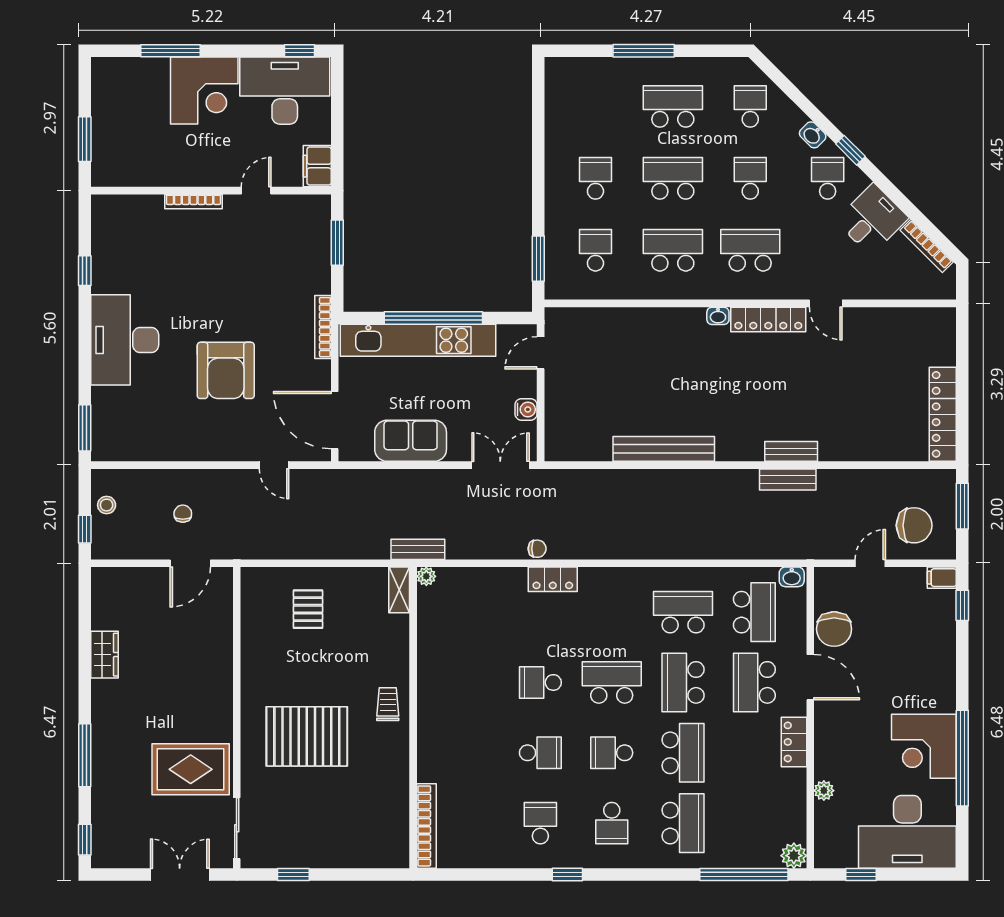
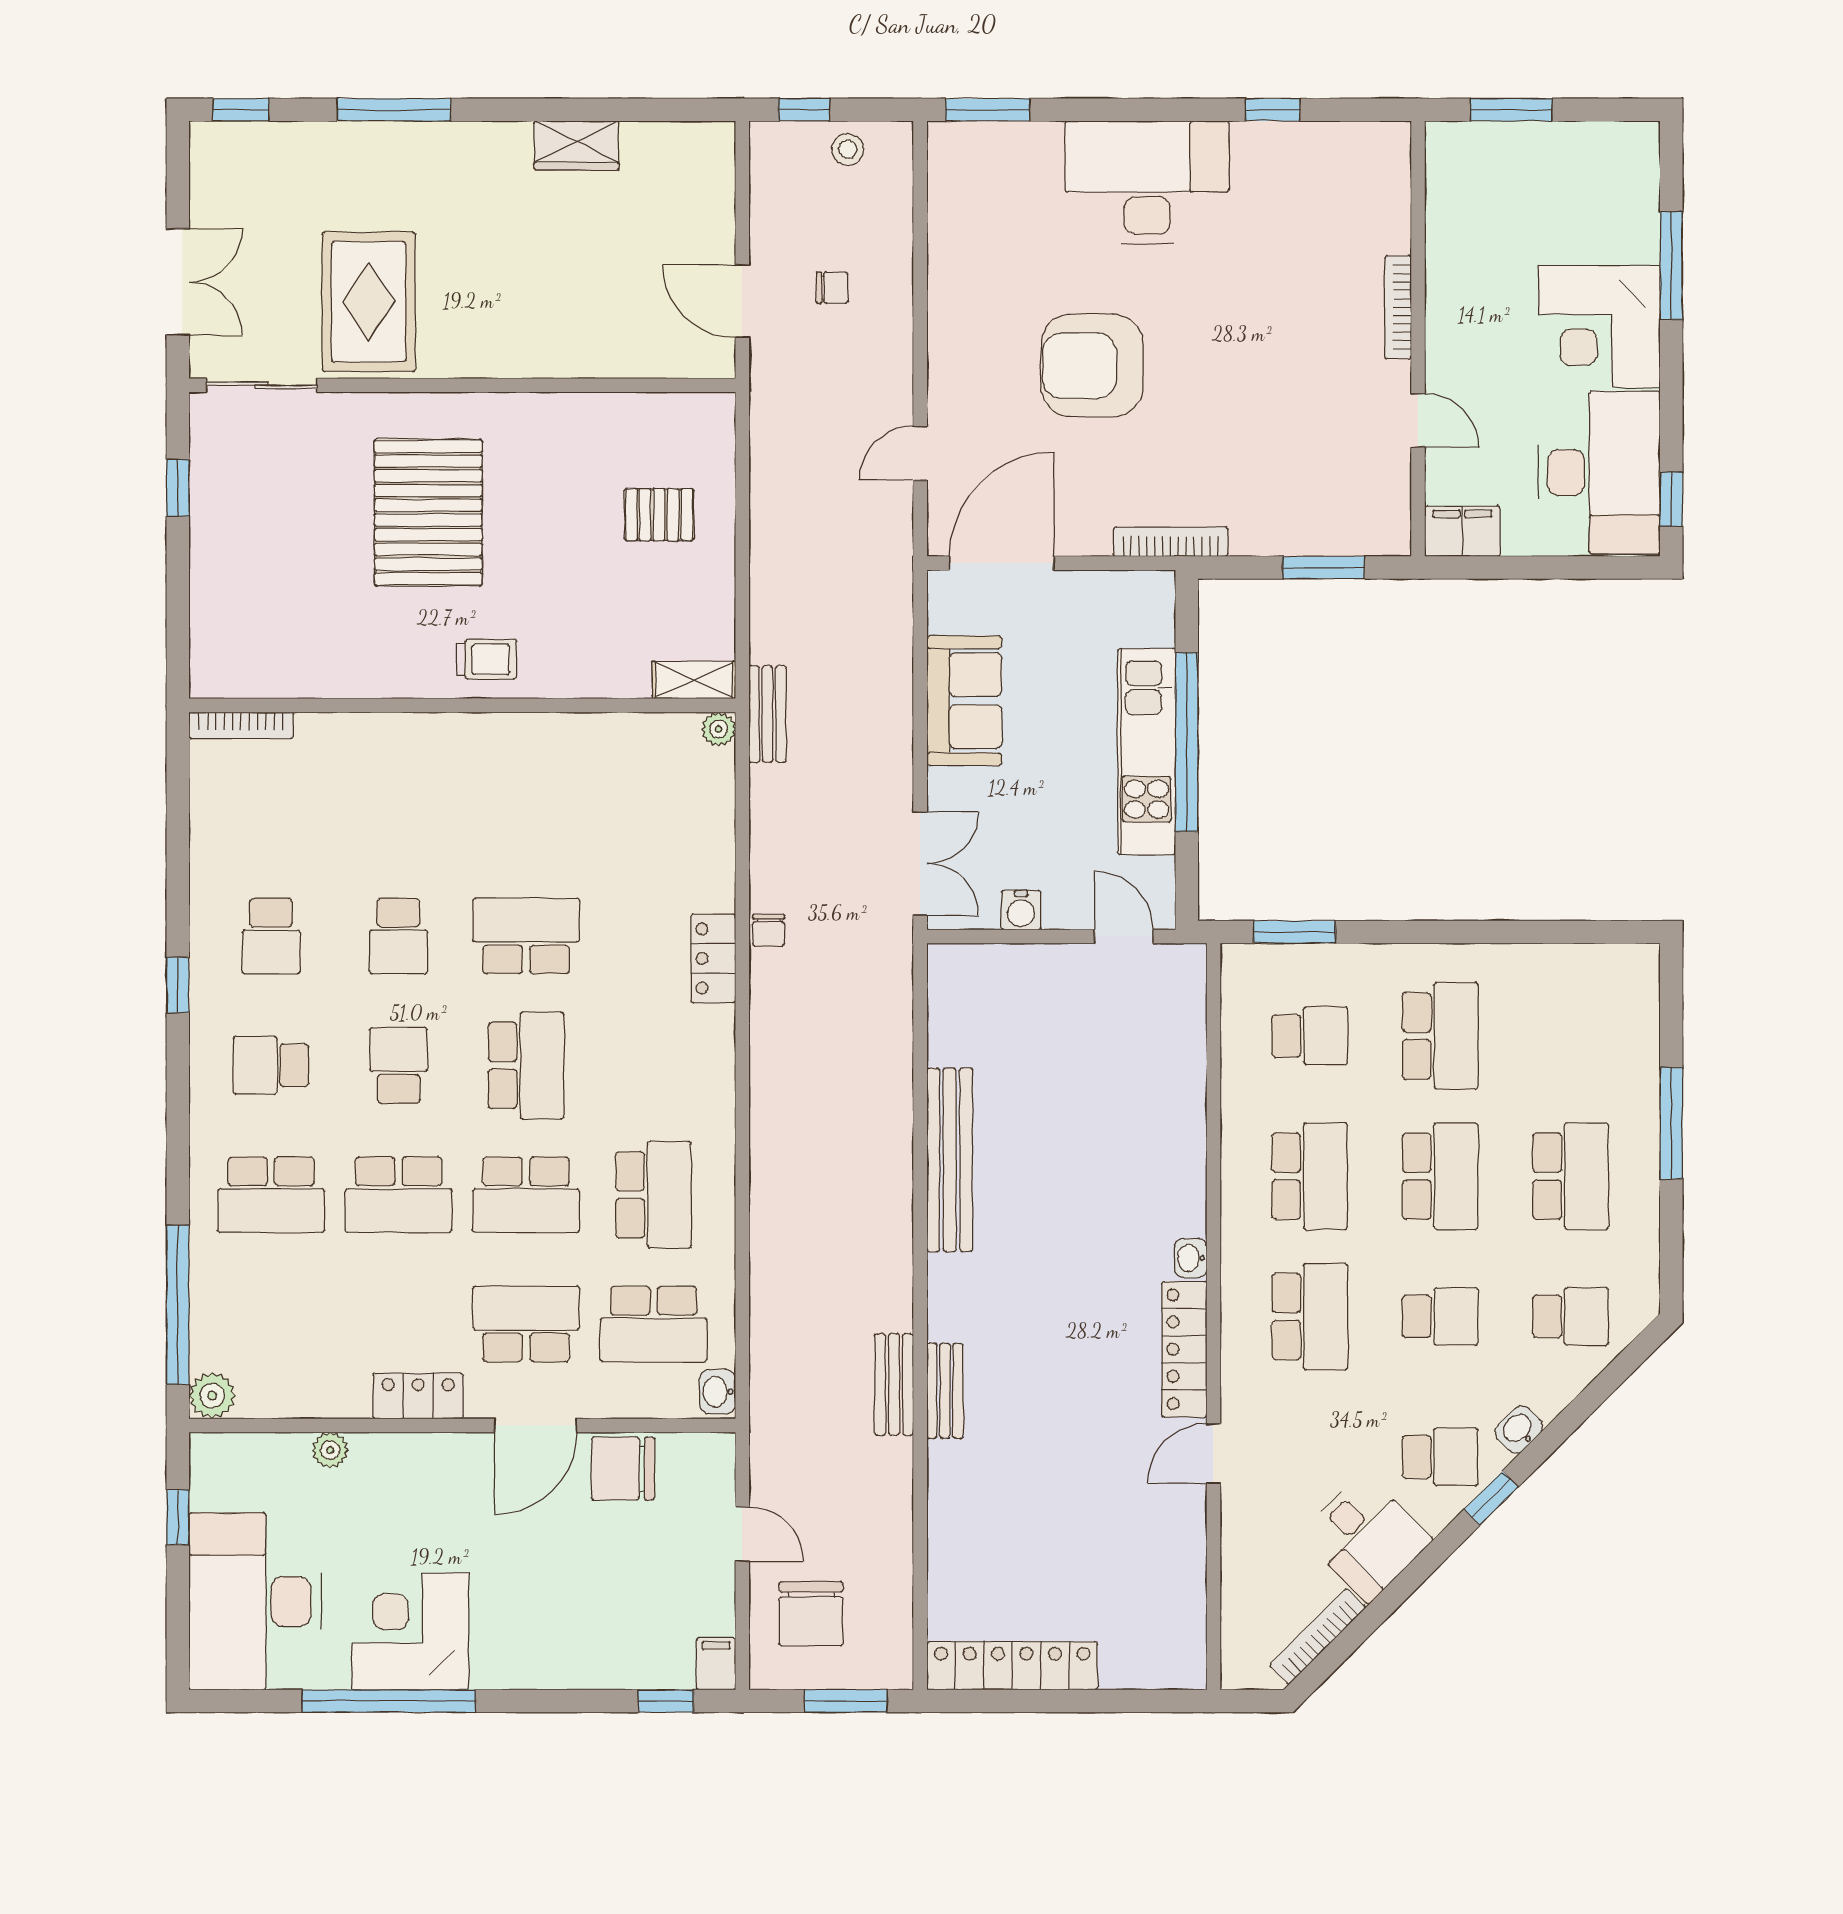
school desk: (595, 178) -> (1440, 1036), width x1.85
kitchen unit: (418, 340) -> (1147, 752), width x0.73
school desk: (540, 682) -> (526, 936), width x1.85
school desk: (683, 682) -> (526, 1195), turned 180
school desk: (540, 823) -> (271, 936), turned 90
bookcase: (426, 826) -> (241, 725), width x0.68, depth x0.76

